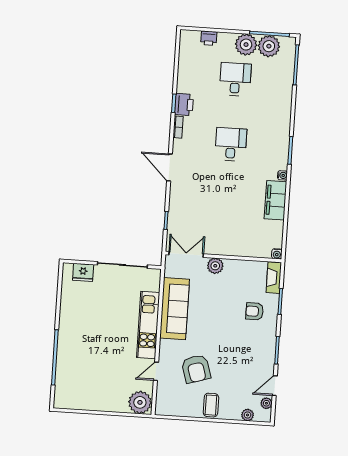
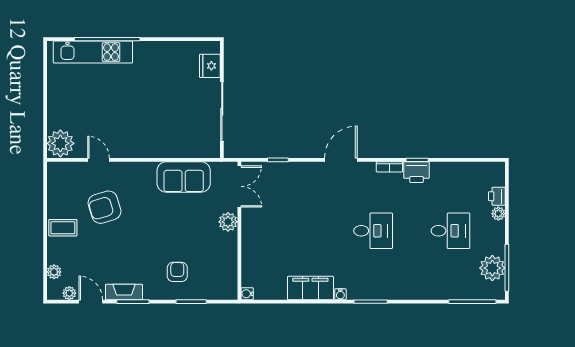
plant: (246, 45) -> (498, 214), moved, width x0.53, depth x0.53
fireplace: (274, 278) -> (124, 292), moved
sofa: (175, 309) -> (184, 177), width x0.73
kitchen unit: (148, 325) -> (93, 52), moved, turned 180

